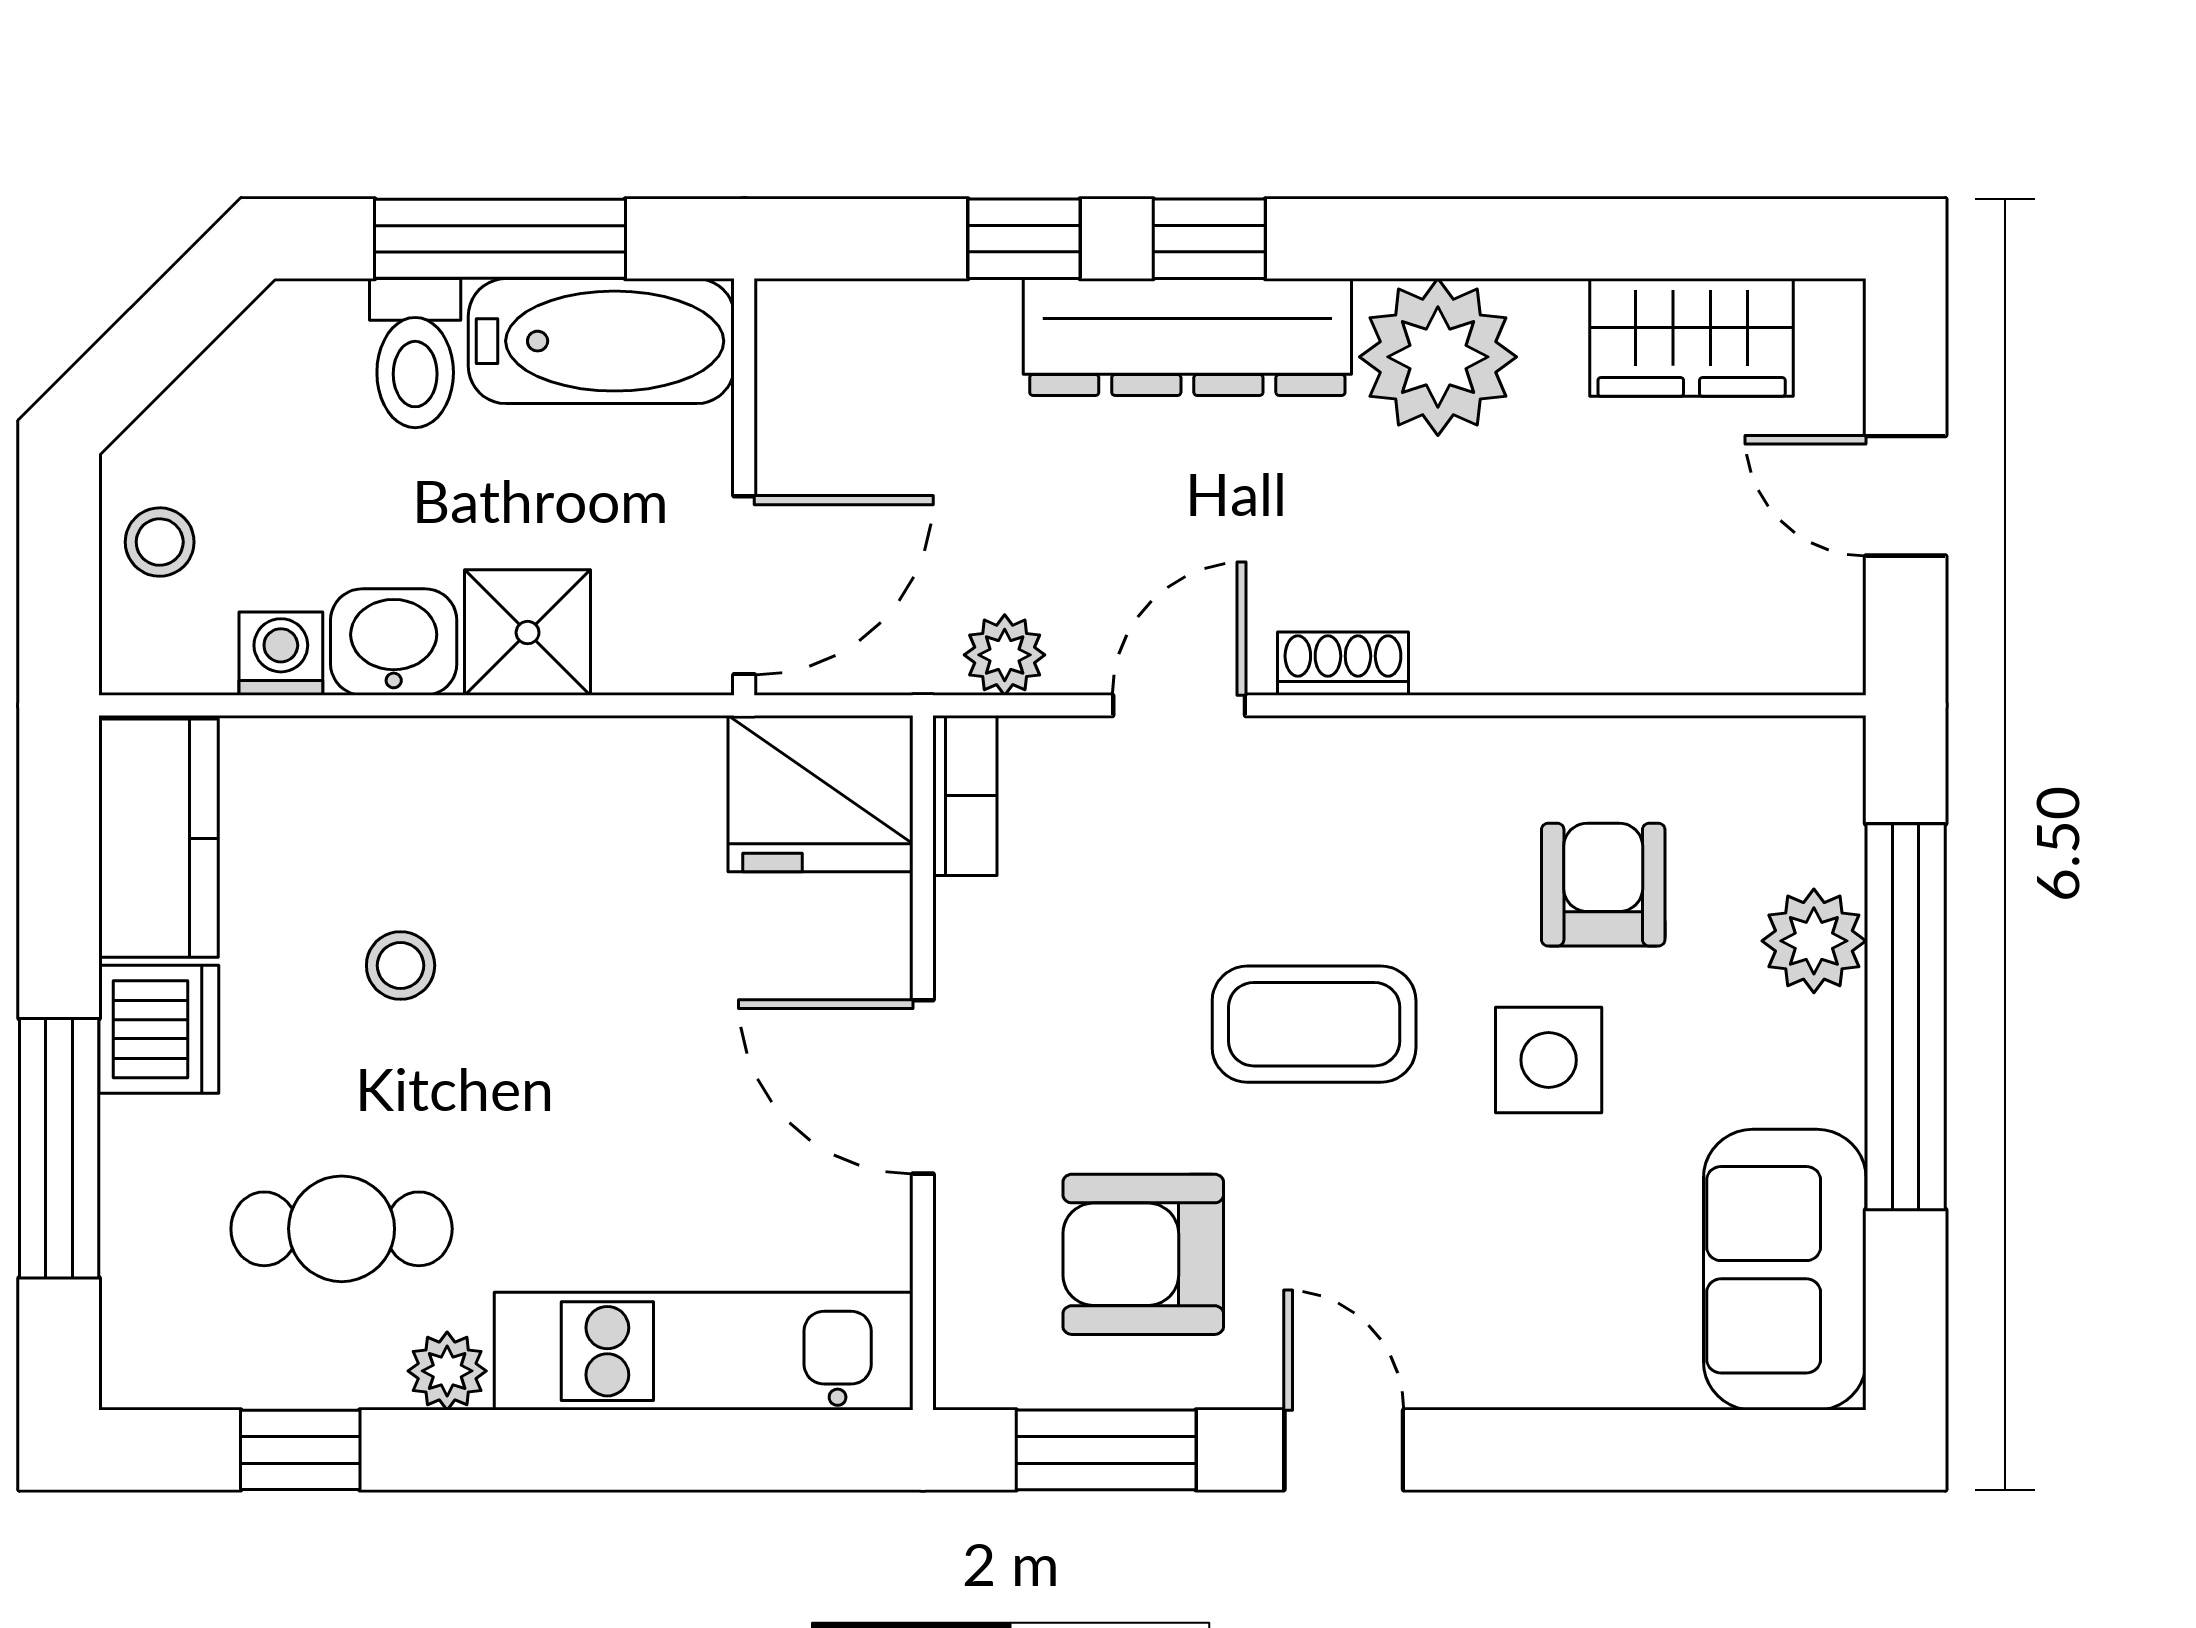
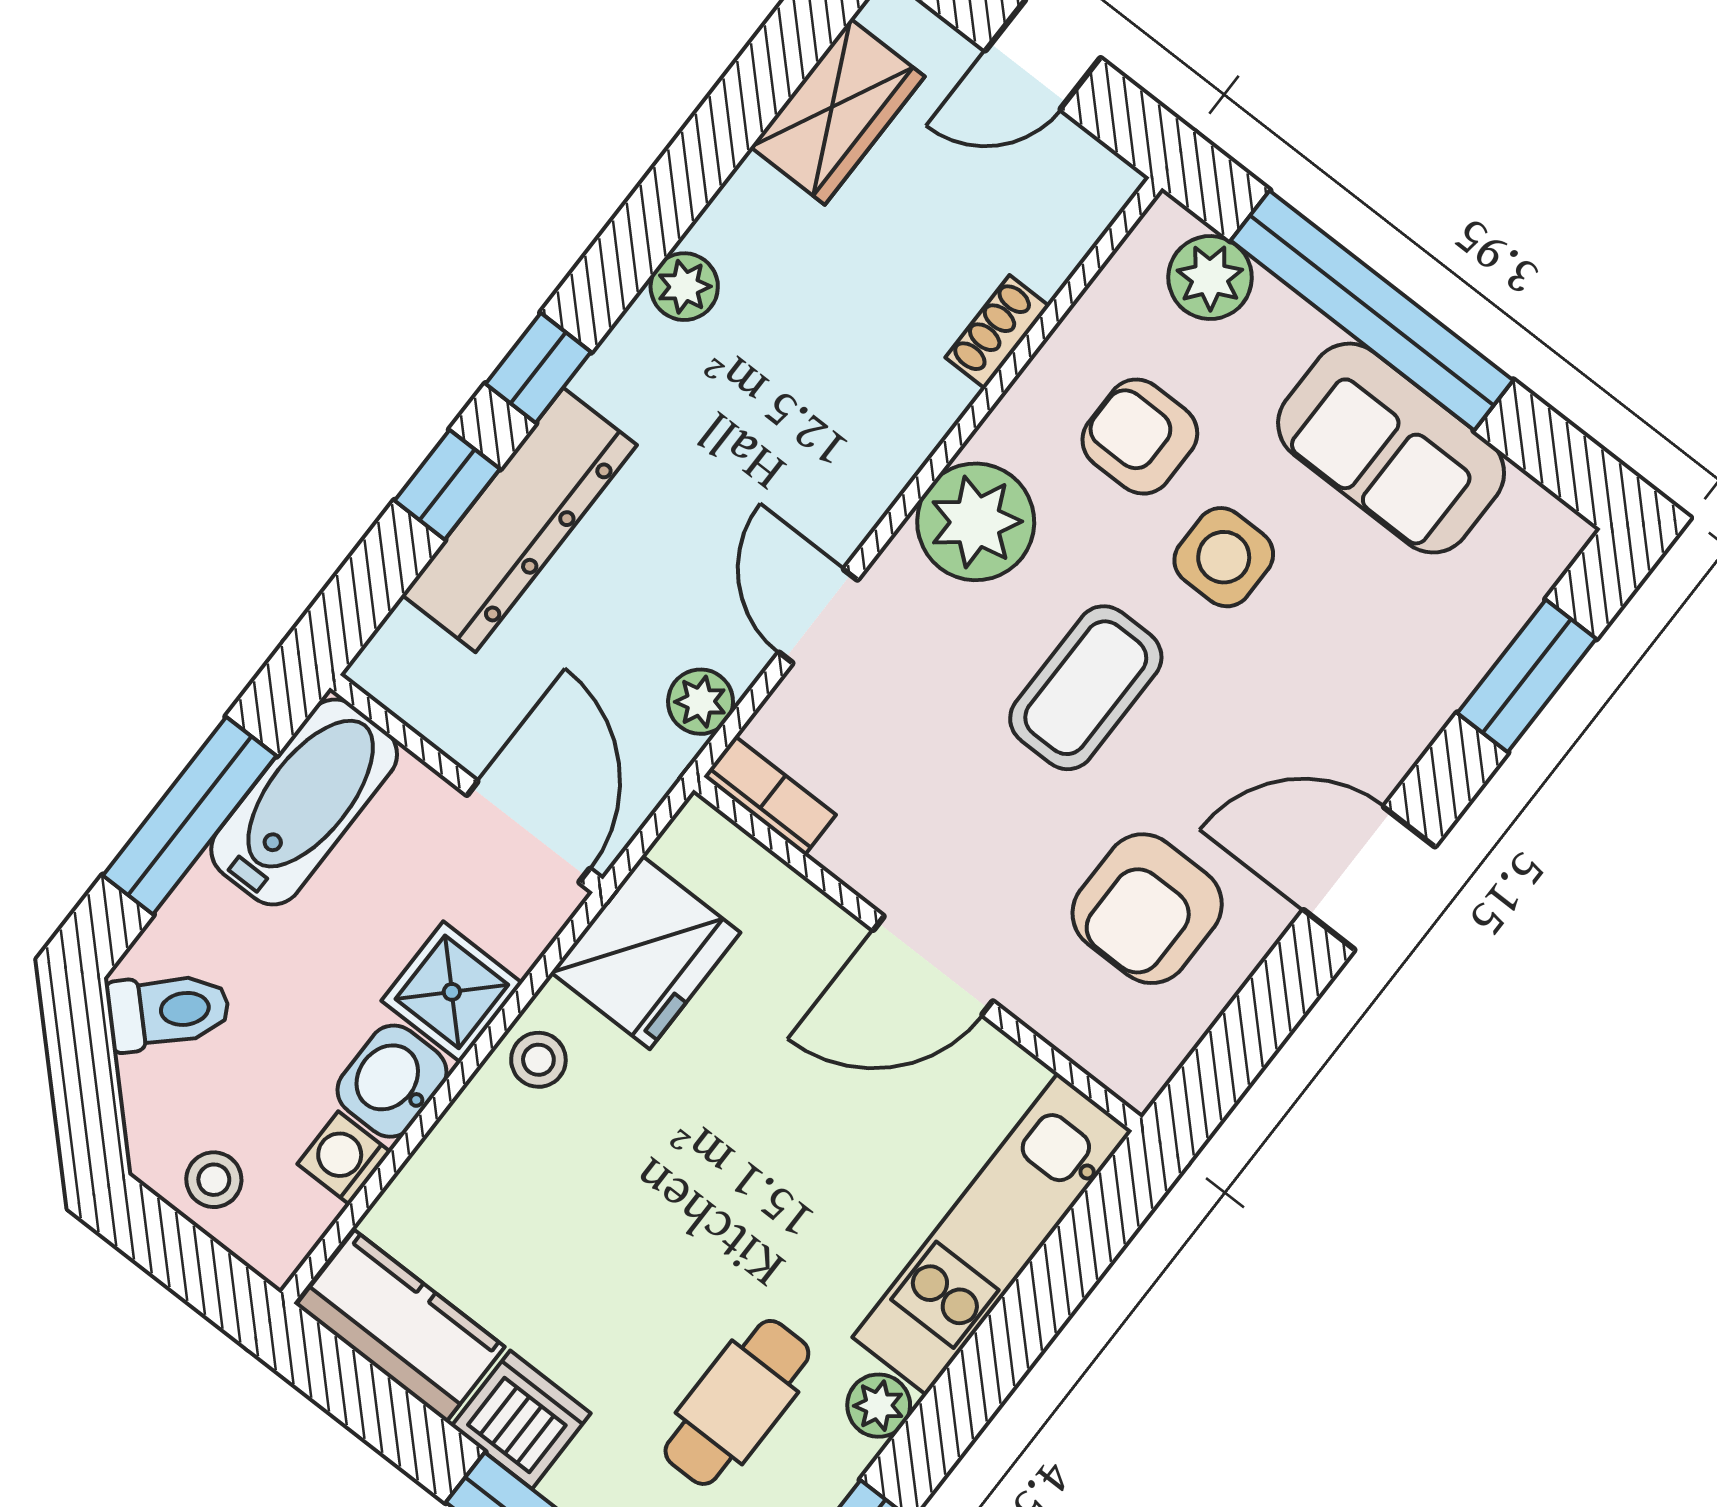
dresser: (1187, 337) -> (519, 520), moved
toilet: (415, 353) -> (168, 1011), moved, turned -45
plant: (1438, 357) -> (684, 287), width x0.53, depth x0.53
shoe rack: (1343, 664) -> (997, 332), moved
plant: (1393, 788) -> (976, 522), added
fridge: (820, 794) -> (646, 952), moved
plant: (1814, 941) -> (1210, 278), moved
stool: (401, 965) -> (538, 1060), moved
sofa: (1785, 1270) -> (1391, 448), moved
window: (1106, 1450) -> (1527, 676), moved
door: (1344, 1450) -> (1369, 878), width x1.38

